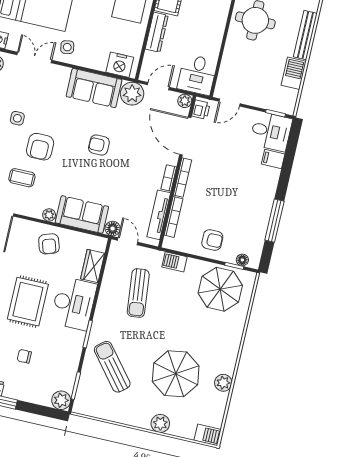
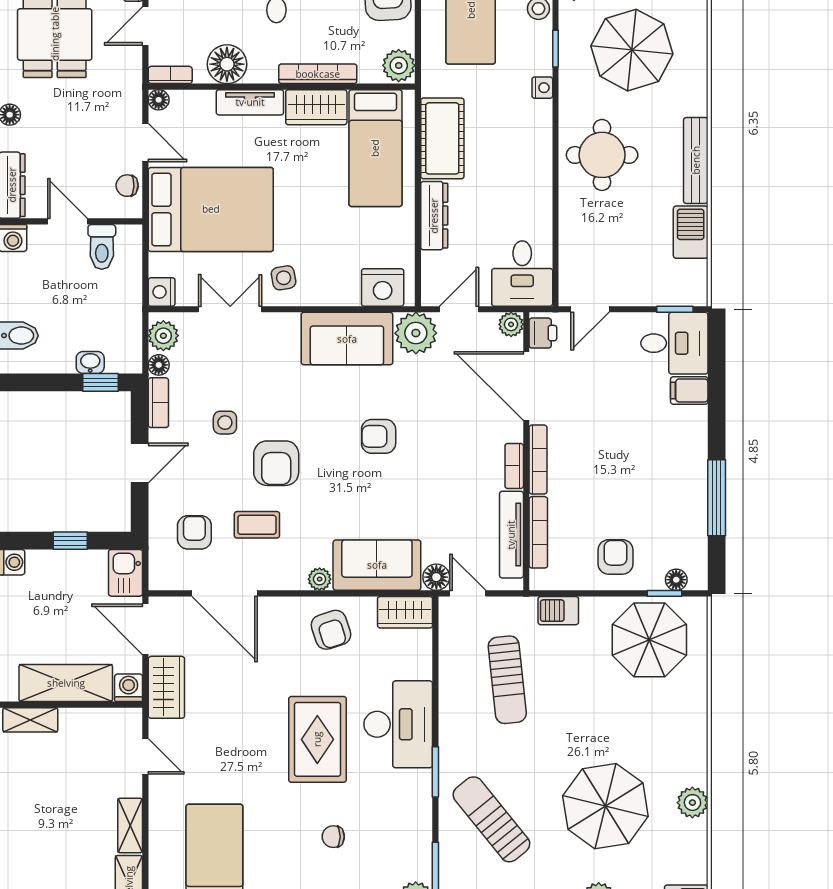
armchair: (212, 240) -> (616, 557), turned -90
wardrobe: (93, 266) -> (405, 612), moved, turned -90

